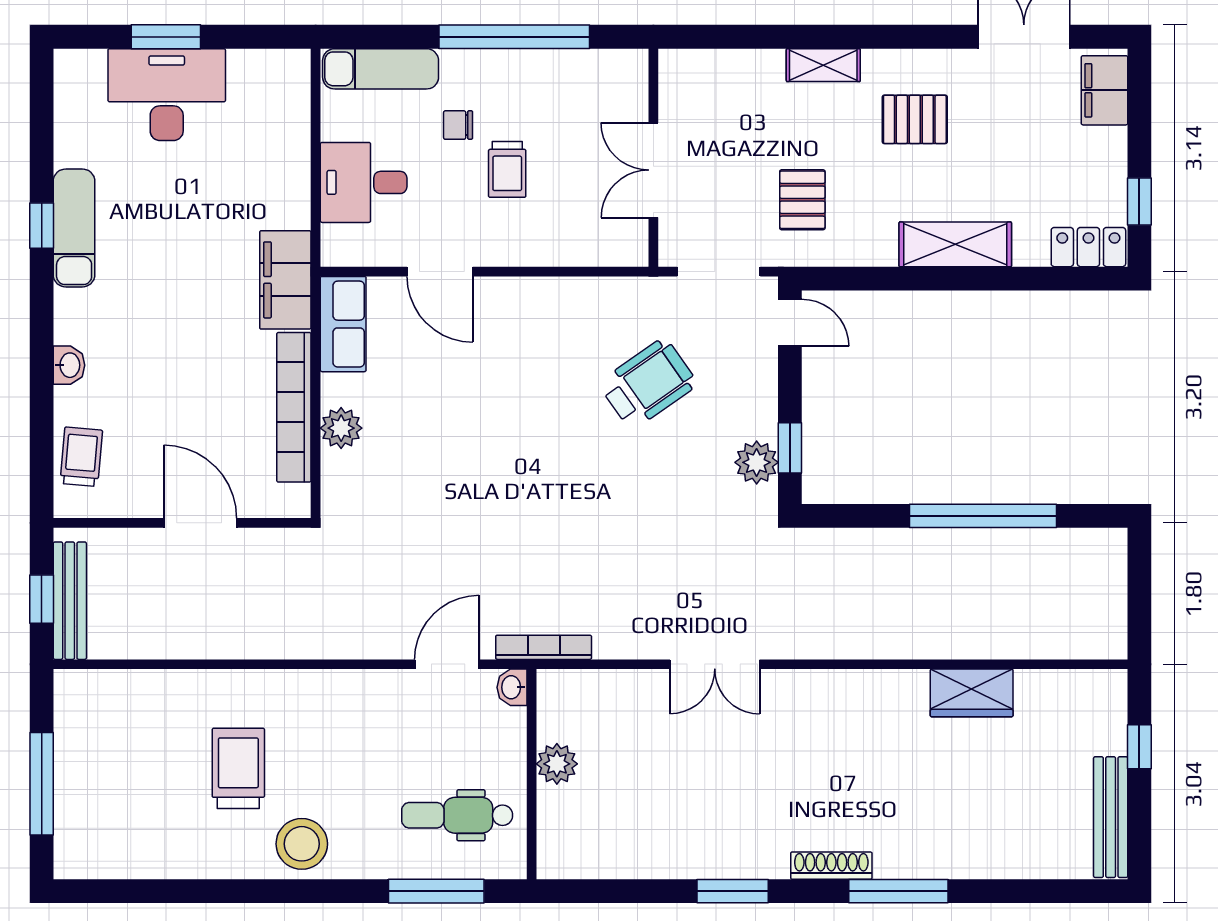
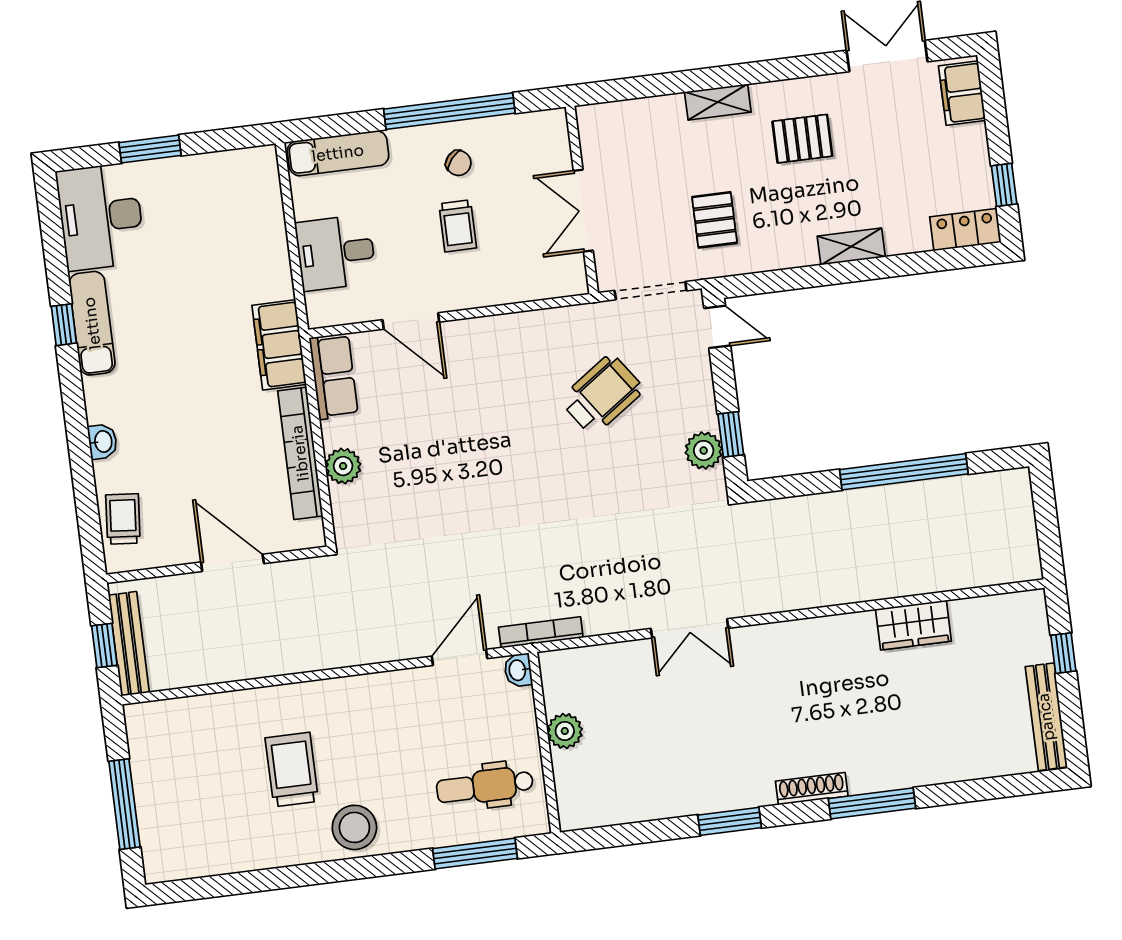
desk: (167, 95) -> (101, 217), moved, turned -90
chair: (458, 125) -> (458, 163), moved, turned -140
shelving: (955, 244) -> (851, 246), width x0.67, depth x0.75

